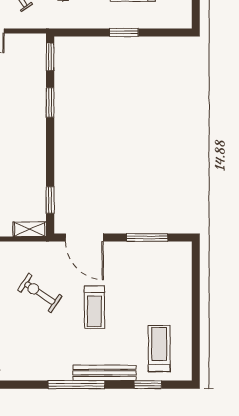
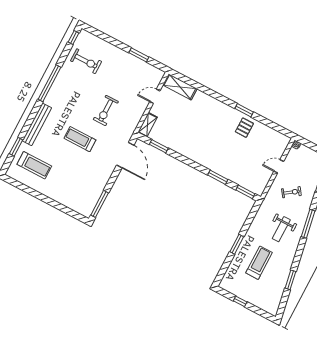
door: (84, 238) -> (125, 155), swing flipped
window: (147, 238) -> (100, 204), moved
exercise bike: (40, 293) -> (106, 111), turned 146
window: (76, 385) -> (49, 83), moved

